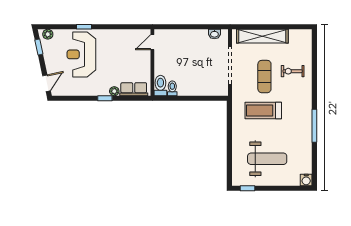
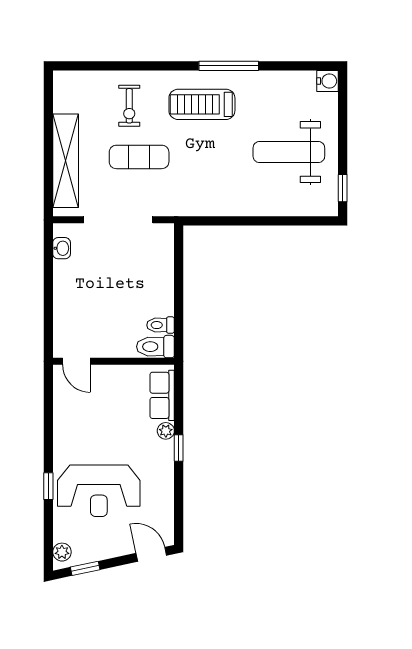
treadmill: (263, 111) -> (202, 104), moved, turned 90
weight bench: (267, 159) -> (289, 152), turned -90

